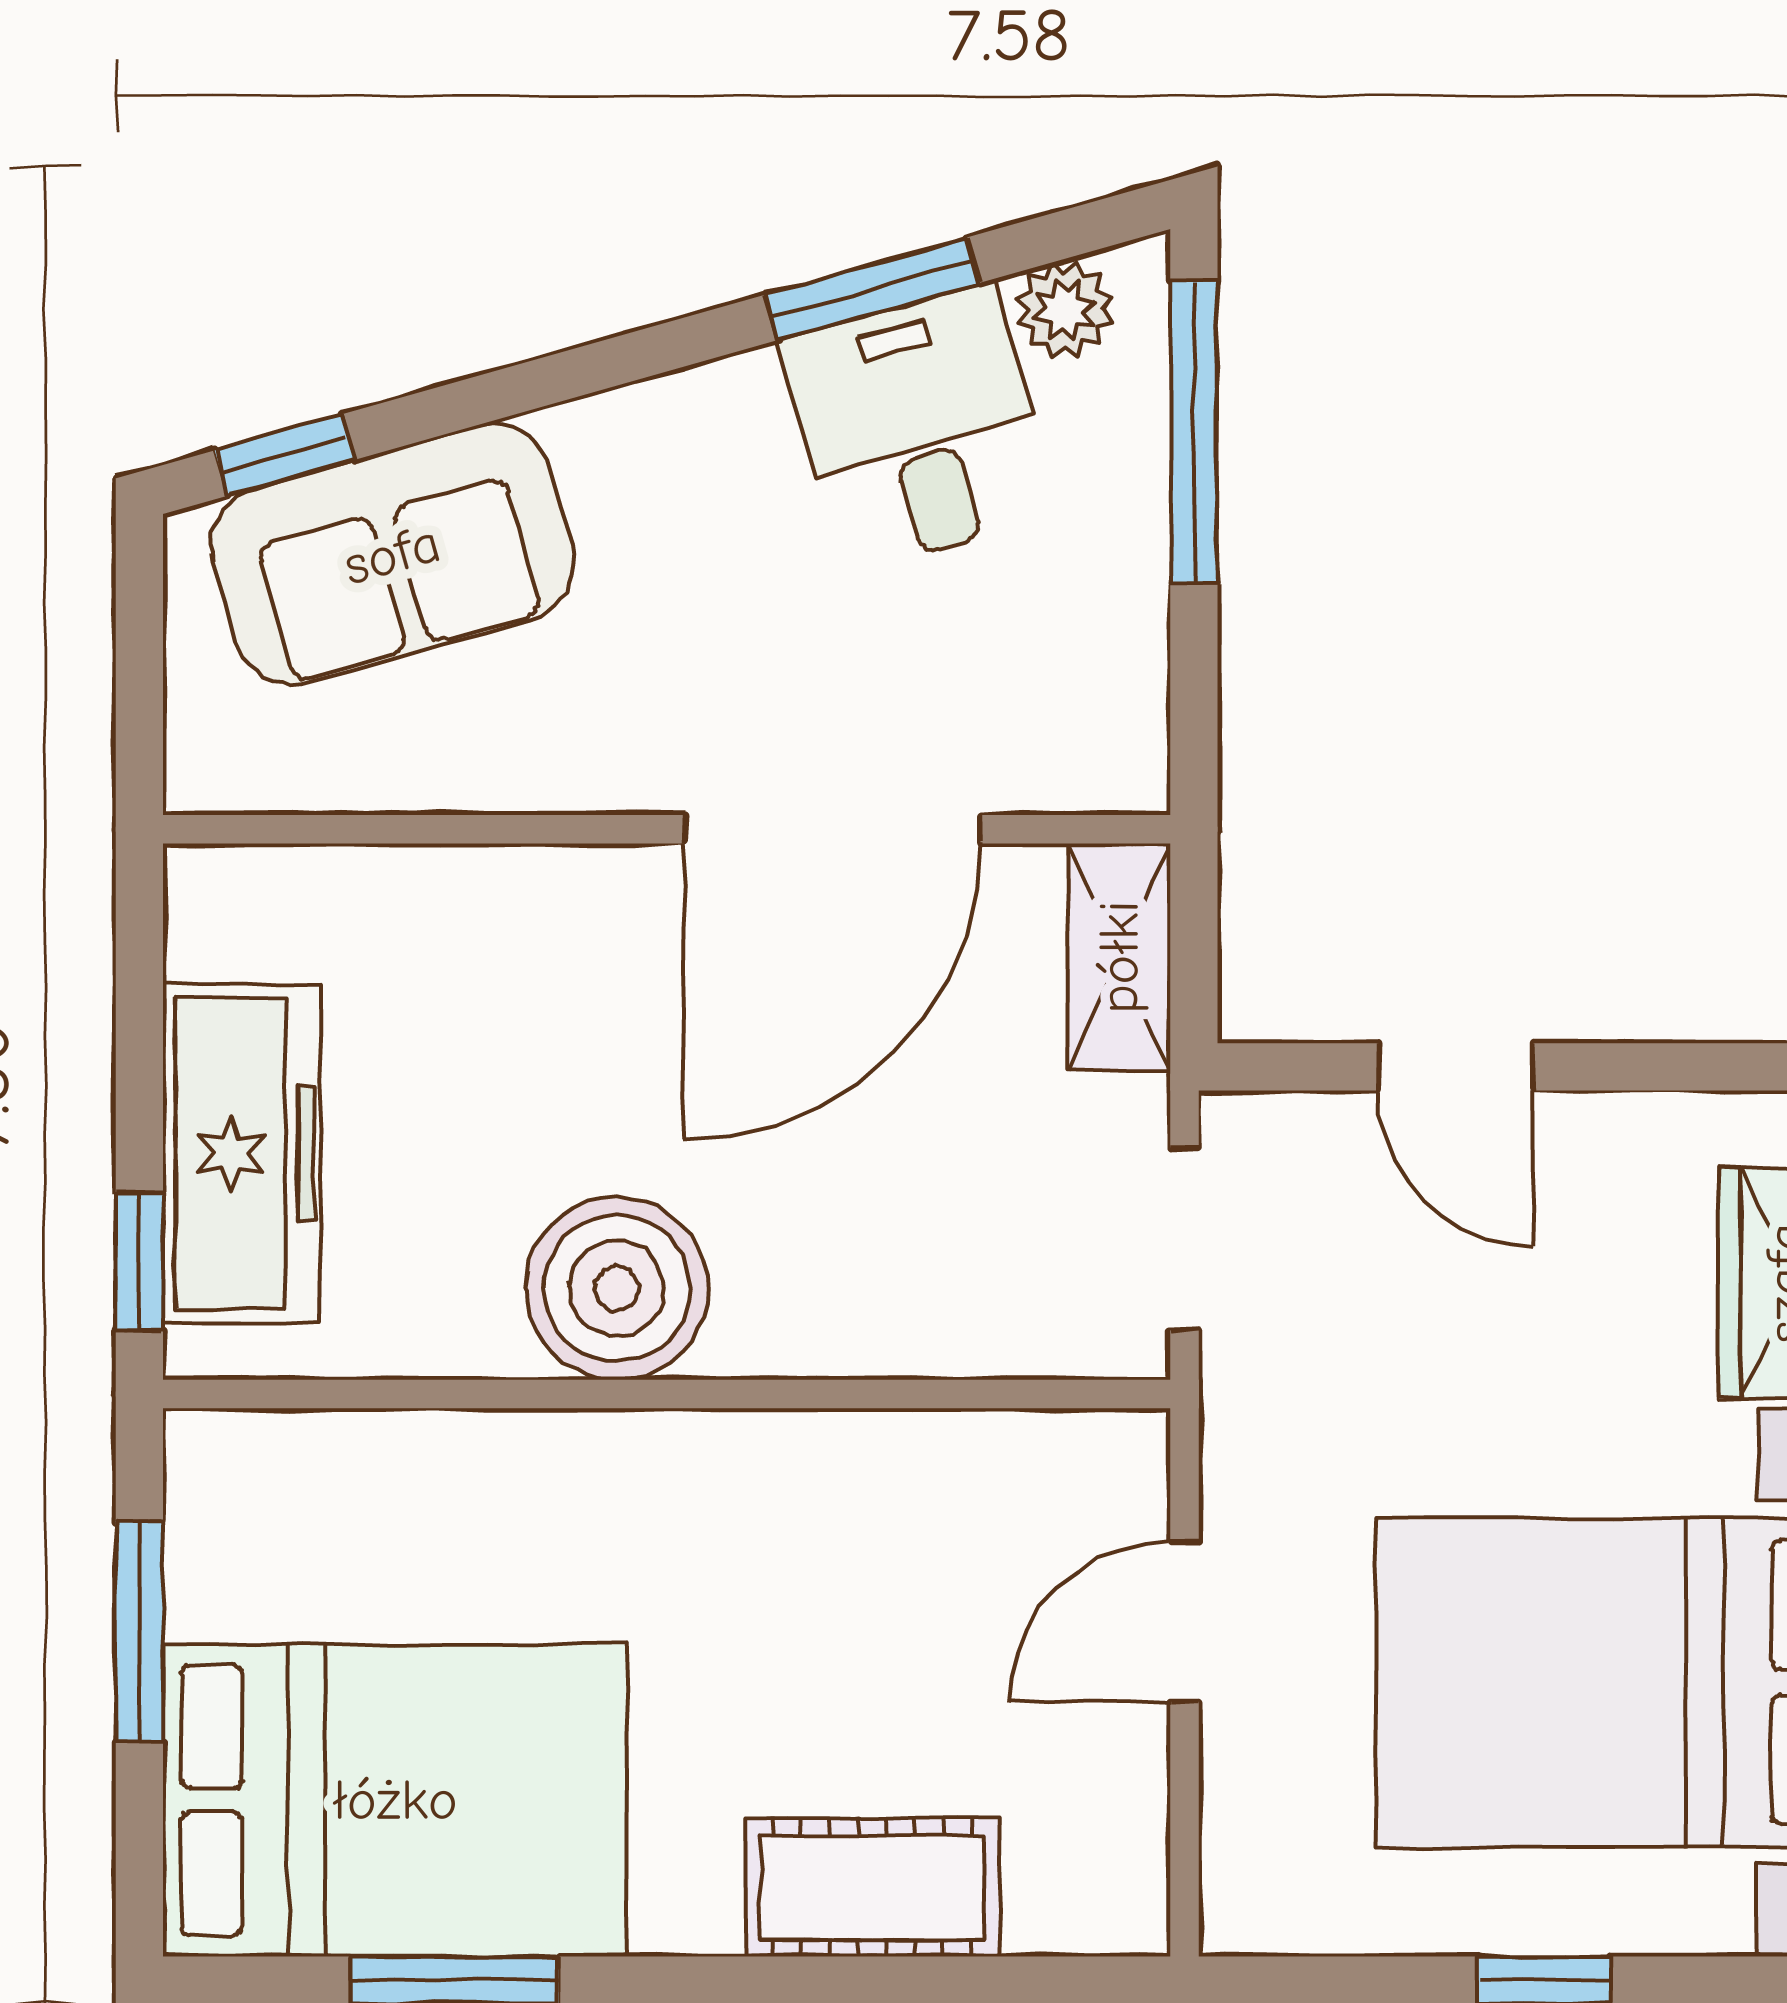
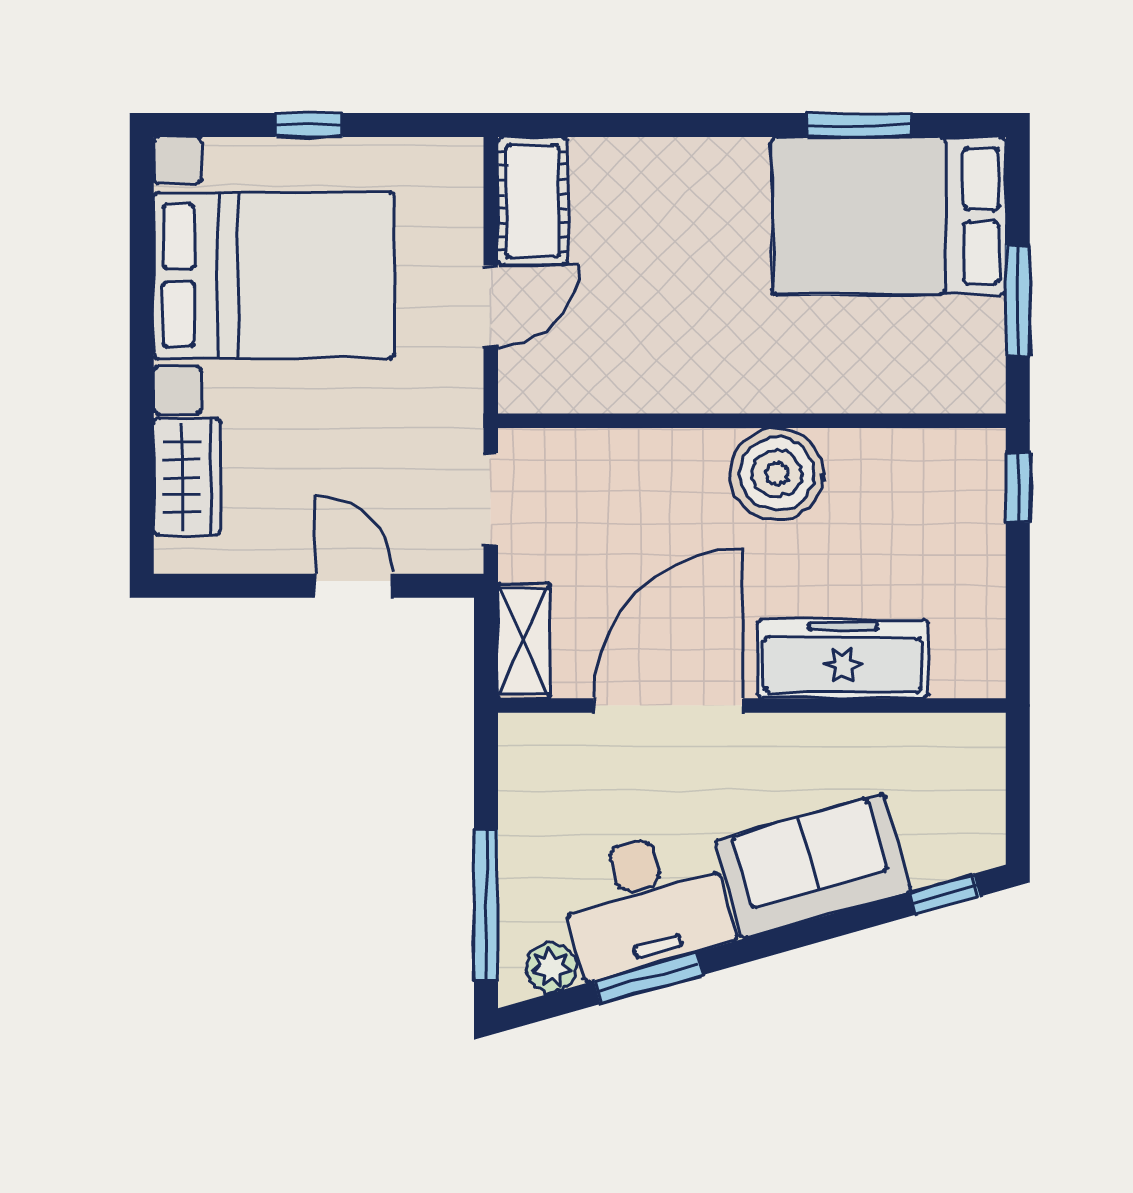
desk: (919, 427) -> (645, 902), width x1.37
sofa: (392, 554) -> (813, 866), moved
freezer: (242, 1153) -> (843, 659), moved, turned 90
cot: (872, 1887) -> (533, 201), moved, turned 90

